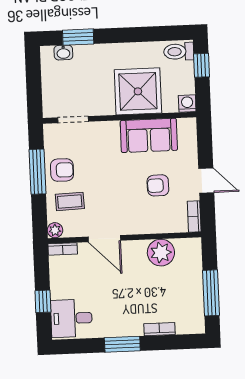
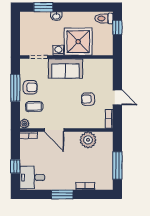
washbasin: (63, 53) -> (56, 16), moved
washing machine: (187, 104) -> (58, 50), moved
sofa: (149, 135) -> (65, 69), moved

